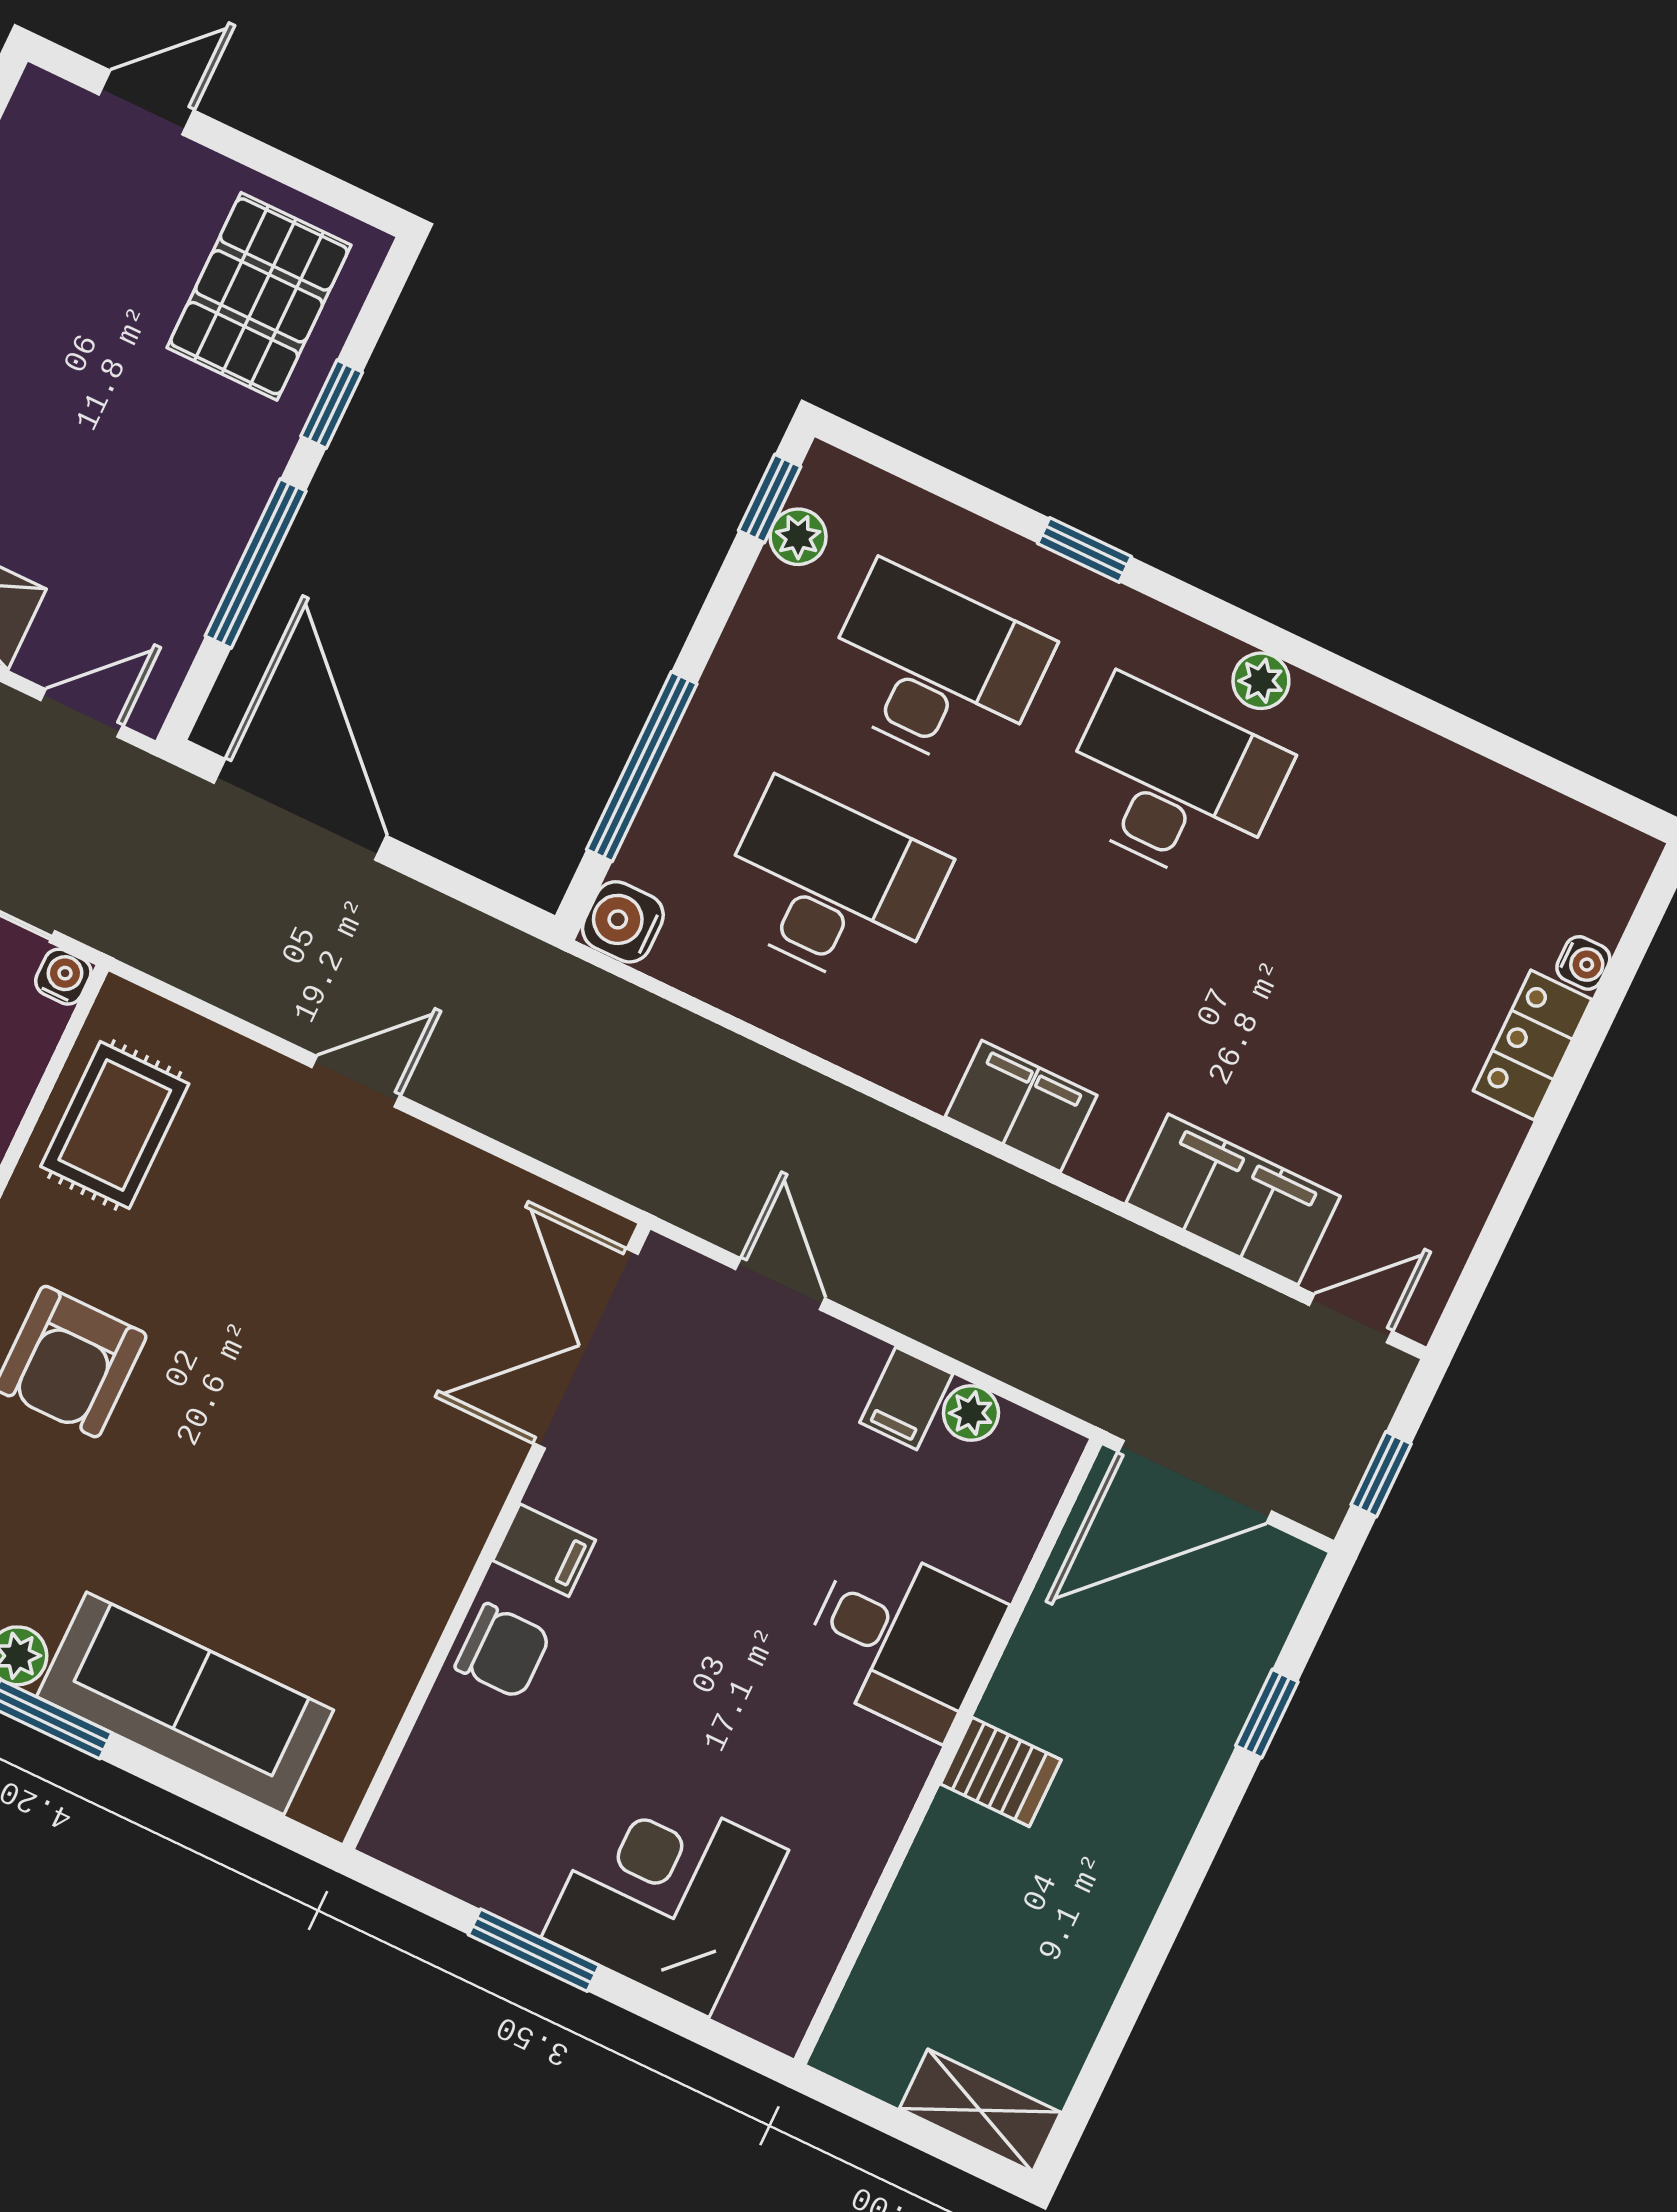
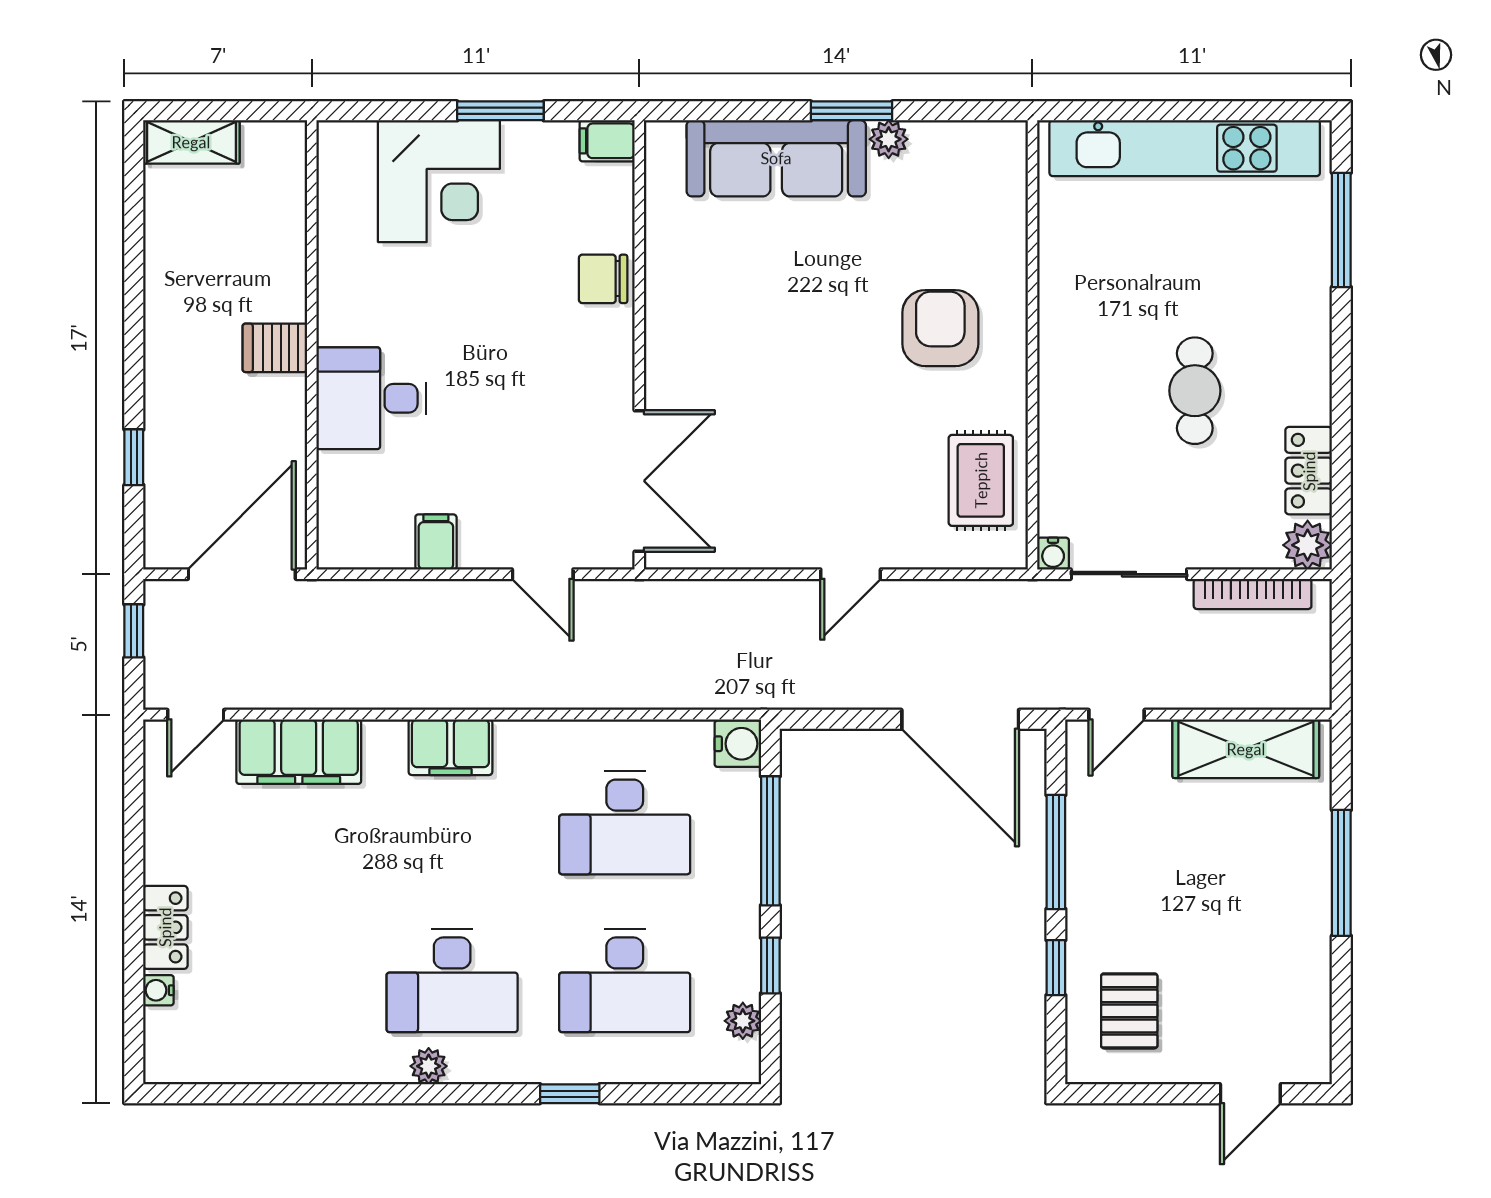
pallet: (259, 296) -> (1129, 1011), width x0.67, depth x0.71
window: (770, 499) -> (770, 965), moved
plant: (971, 1413) -> (394, 552), removed
filing cabinet: (544, 1550) -> (607, 141), moved

